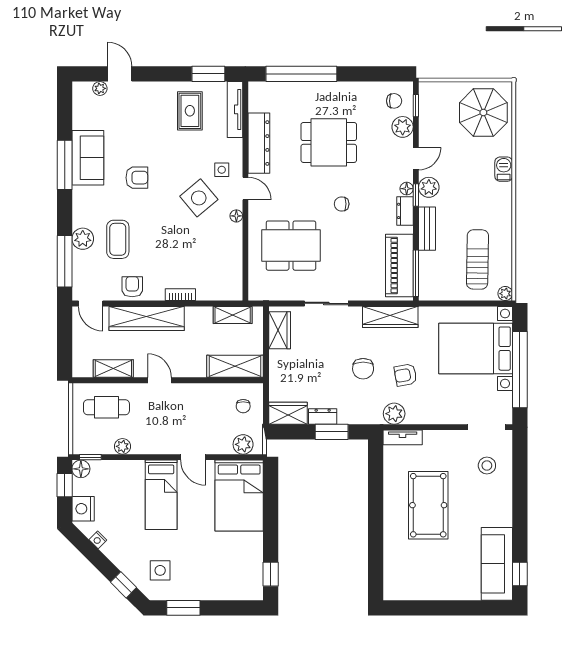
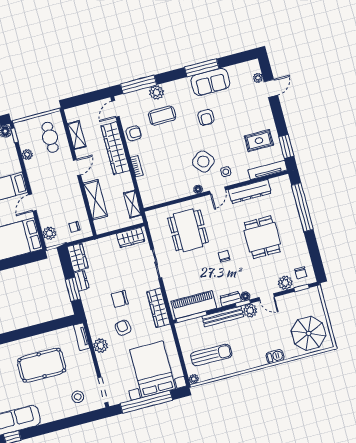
bench: (427, 229) -> (223, 317), width x1.36
shelving: (235, 366) -> (95, 200), moved
plant: (394, 414) -> (101, 346), moved

